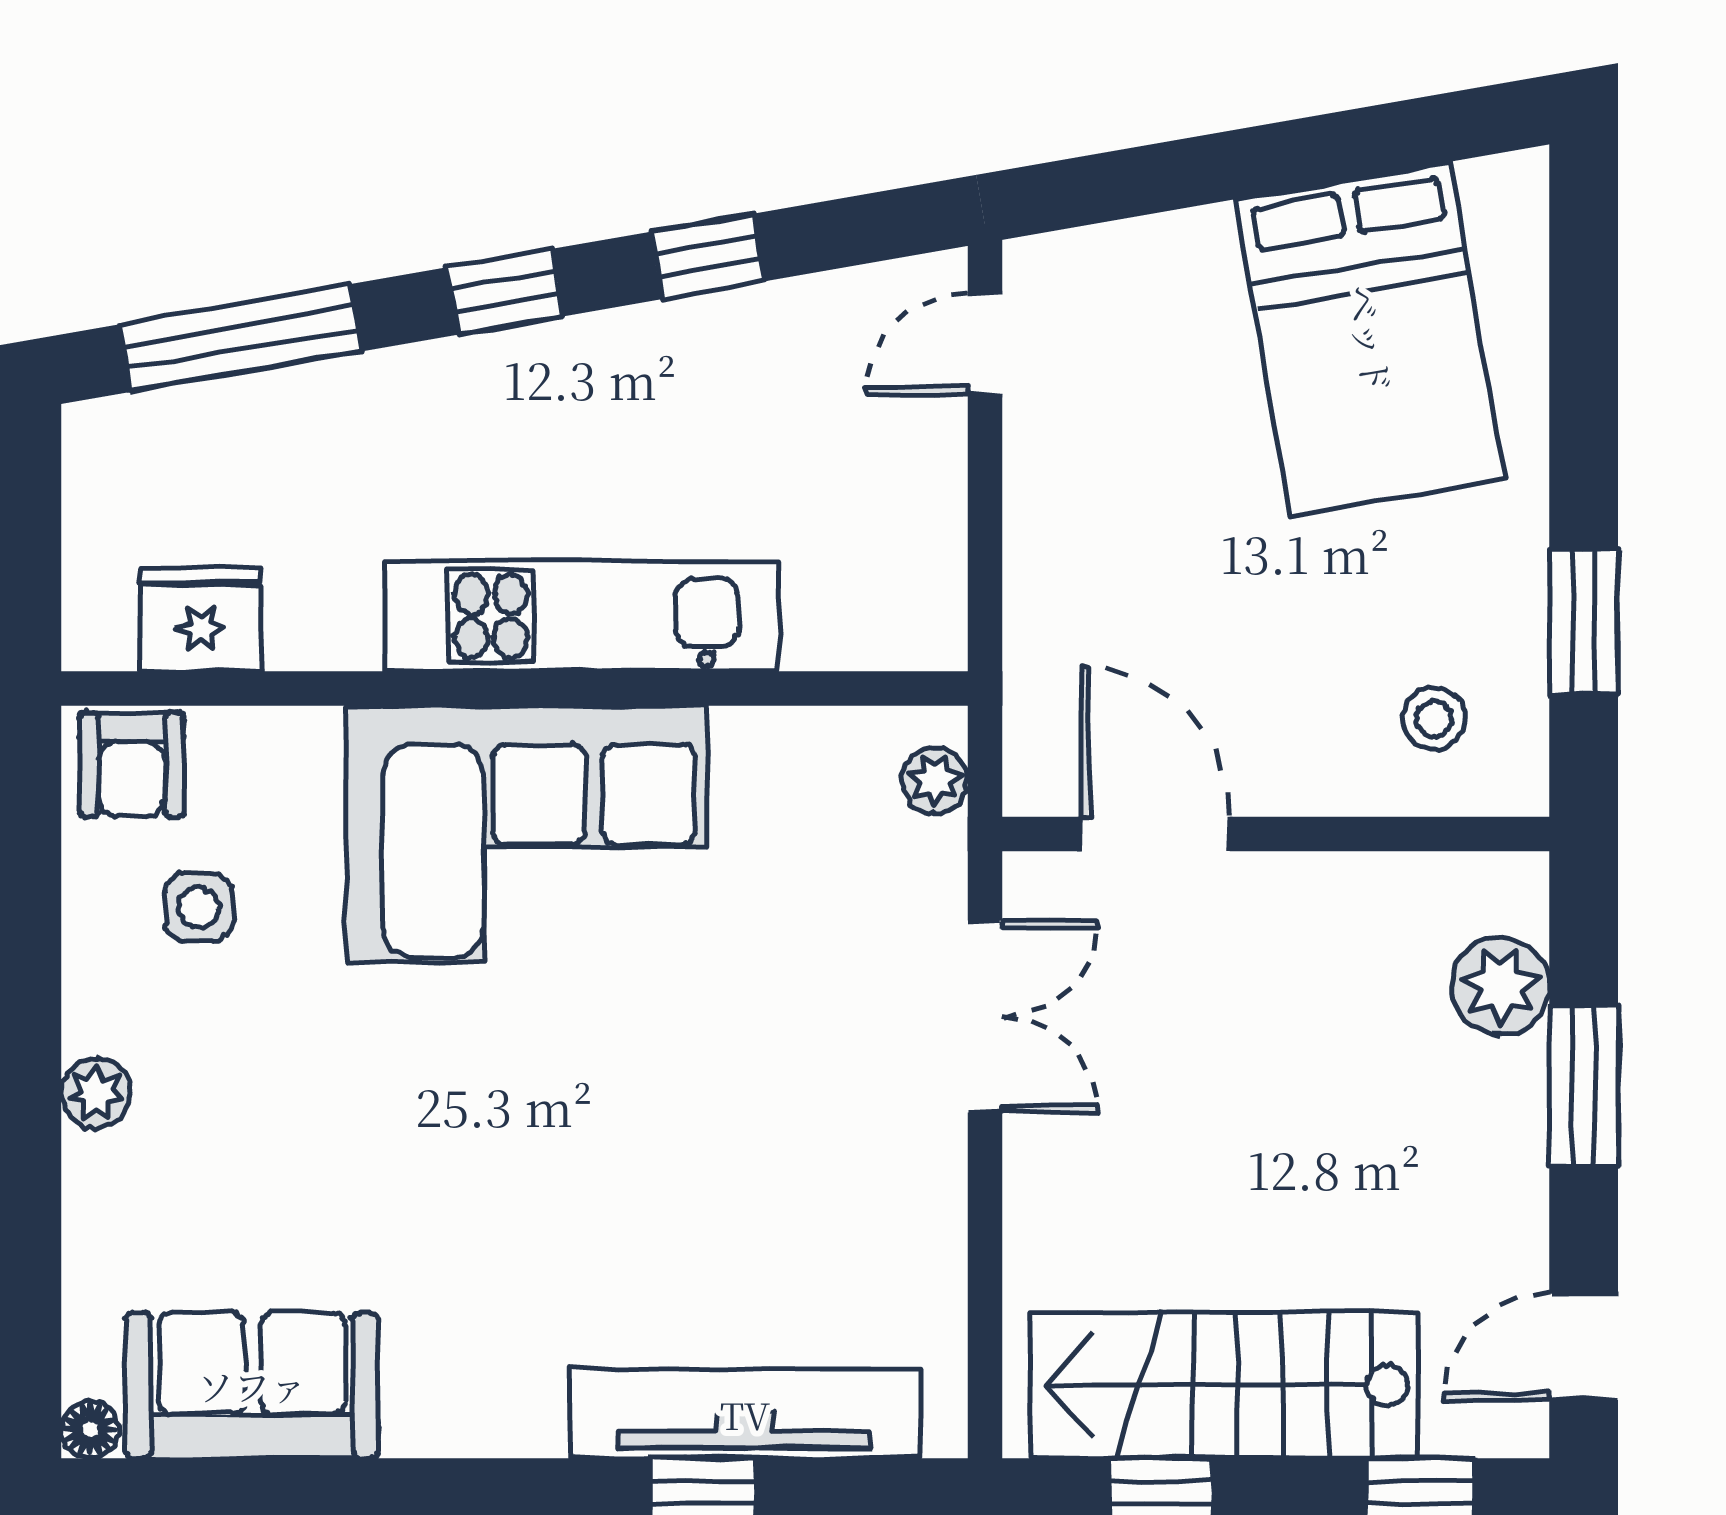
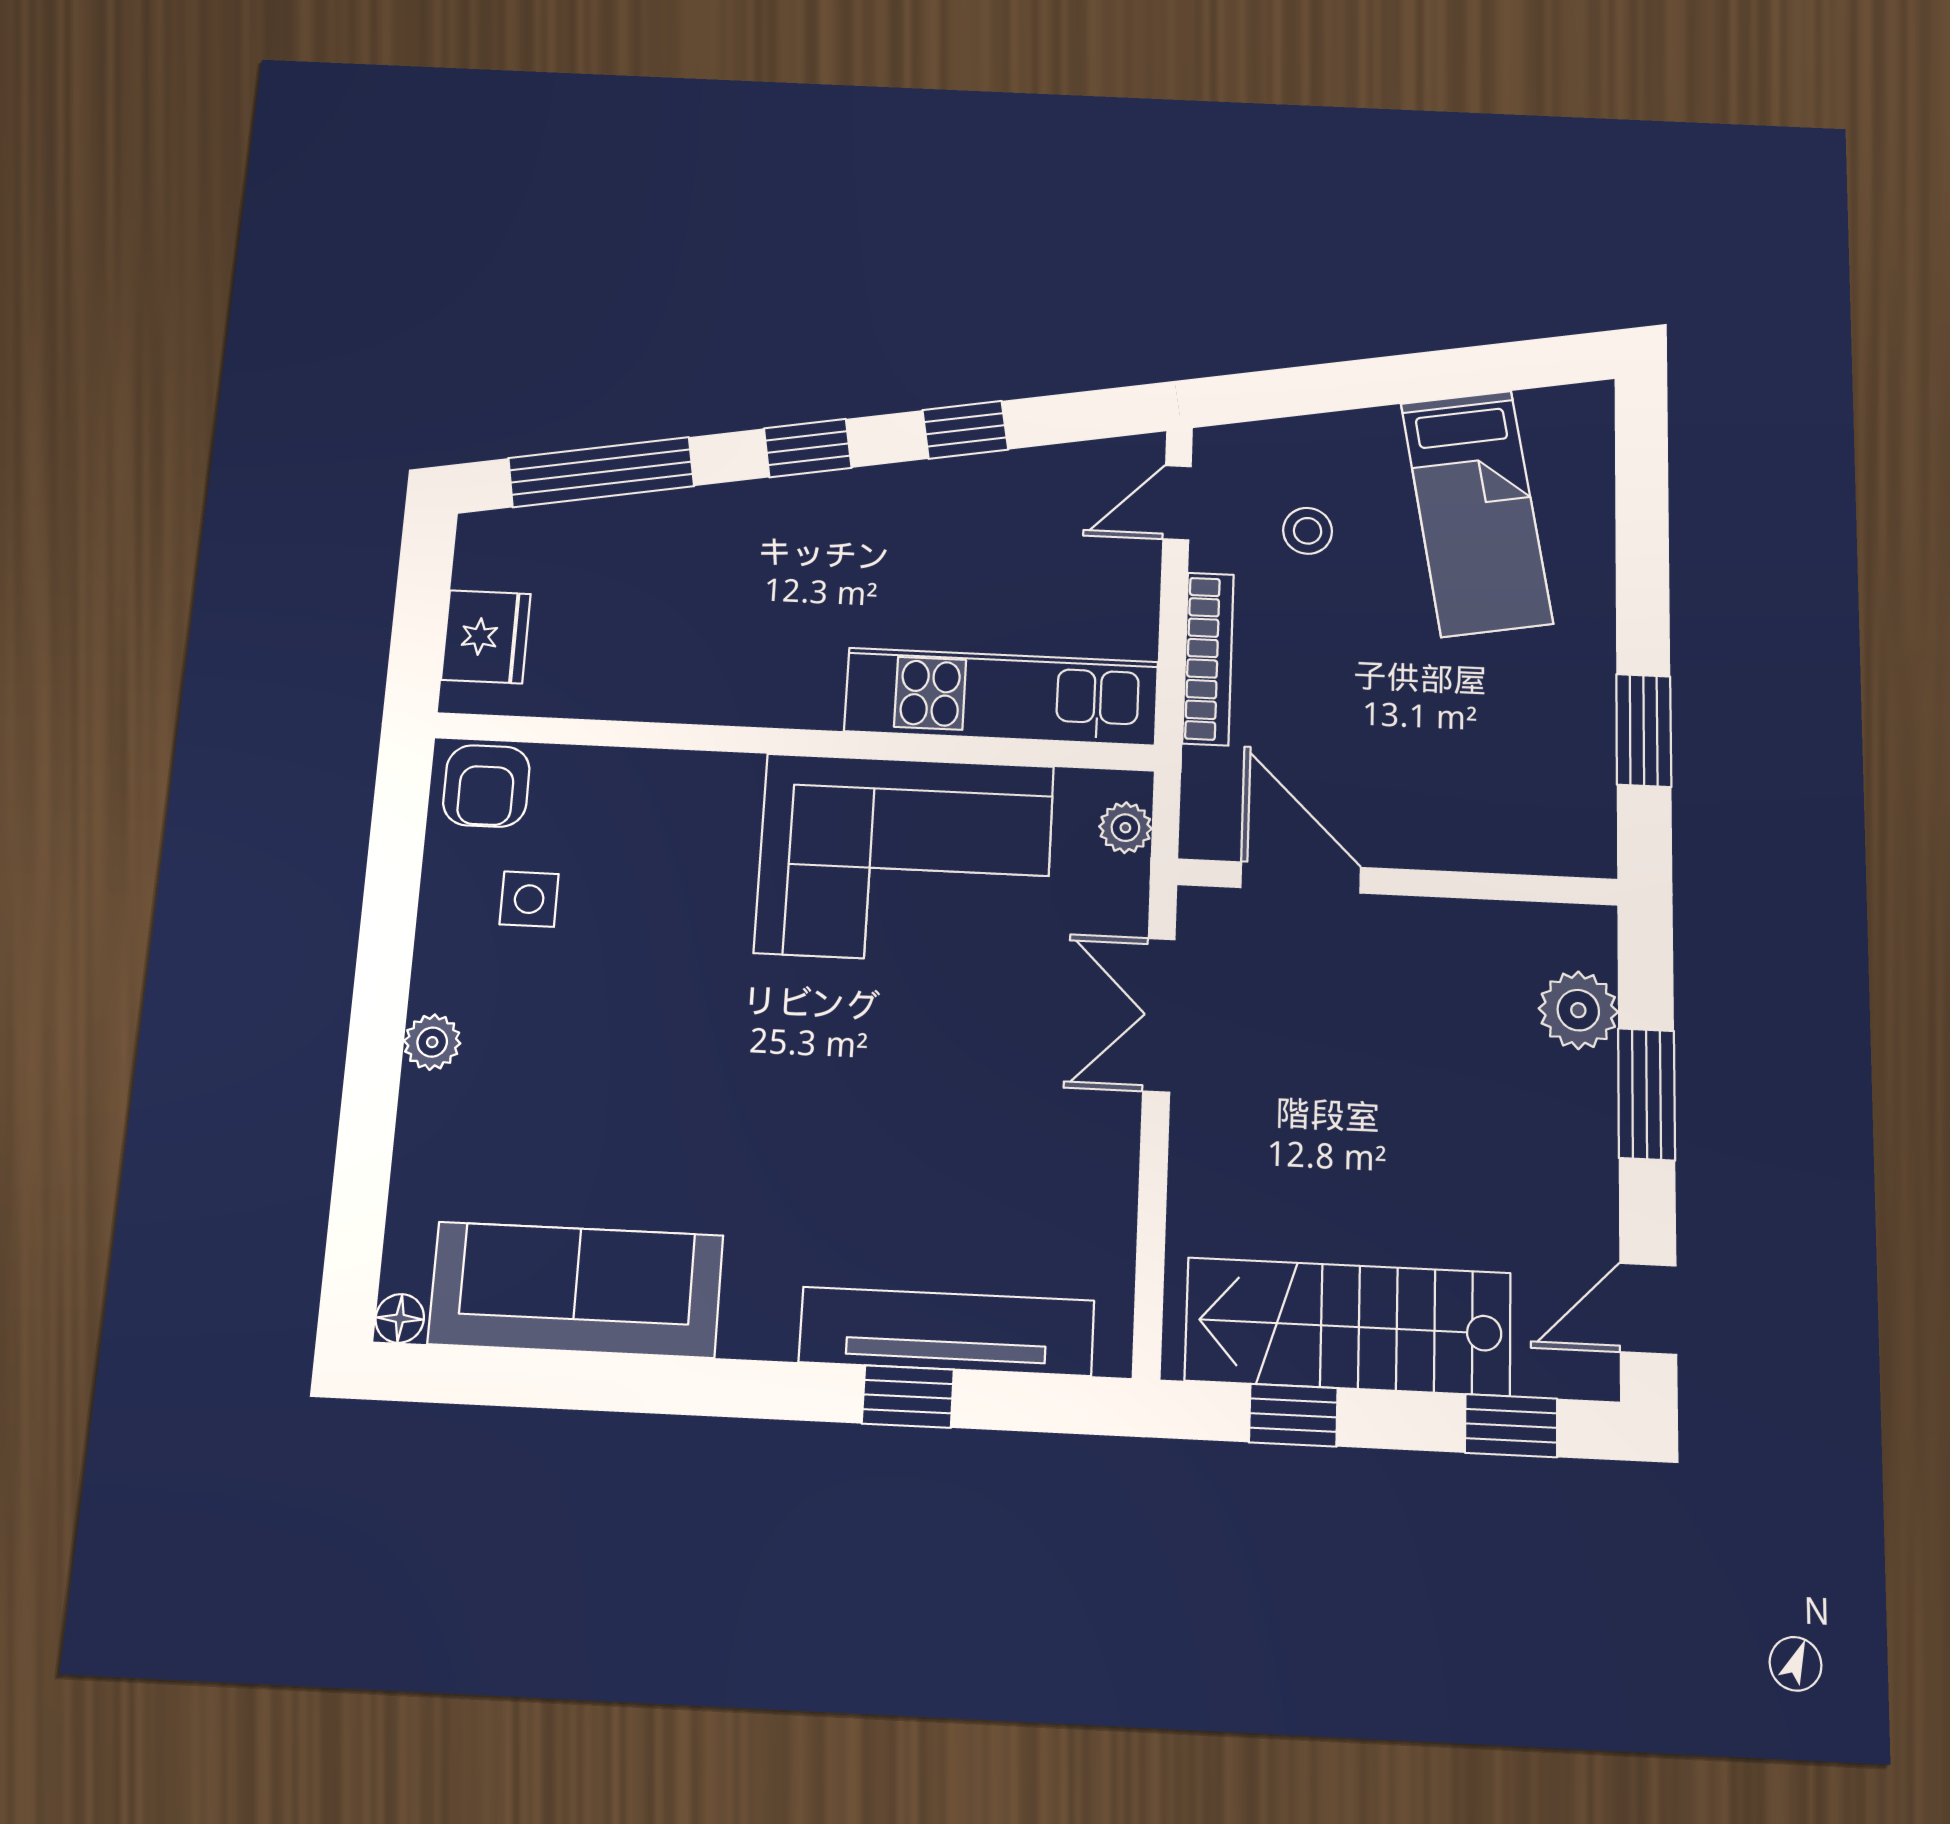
bed: (1371, 339) -> (1476, 513), width x0.67
bookcase: (1031, 553) -> (1208, 659), added
kitchen unit: (581, 616) -> (1001, 697), moved
fridge: (201, 620) -> (486, 637), moved, turned 90
stool: (1434, 719) -> (1308, 531), moved
corner sofa: (527, 834) -> (905, 859), moved
double door: (985, 1016) -> (1159, 1015), swing flipped
sofa: (252, 1385) -> (576, 1290), width x1.36

